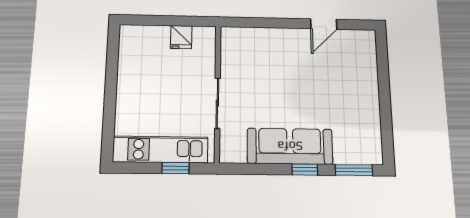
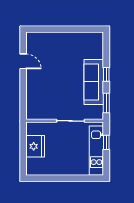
fridge: (181, 37) -> (35, 146), width x1.88, depth x1.34
window: (354, 170) -> (106, 103), moved

